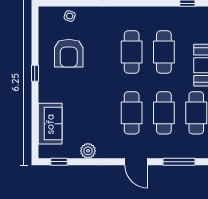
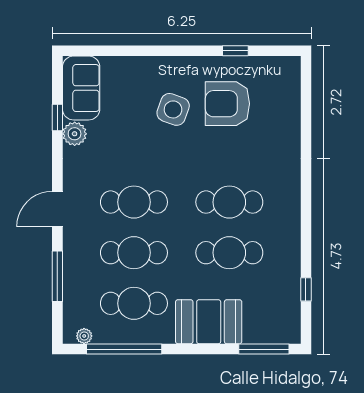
side table: (70, 16) -> (173, 109), moved, width x1.87, depth x1.87
window: (35, 73) -> (235, 51), moved
sofa: (50, 124) -> (81, 88), moved, turned -90
window: (59, 162) -> (57, 118), moved

